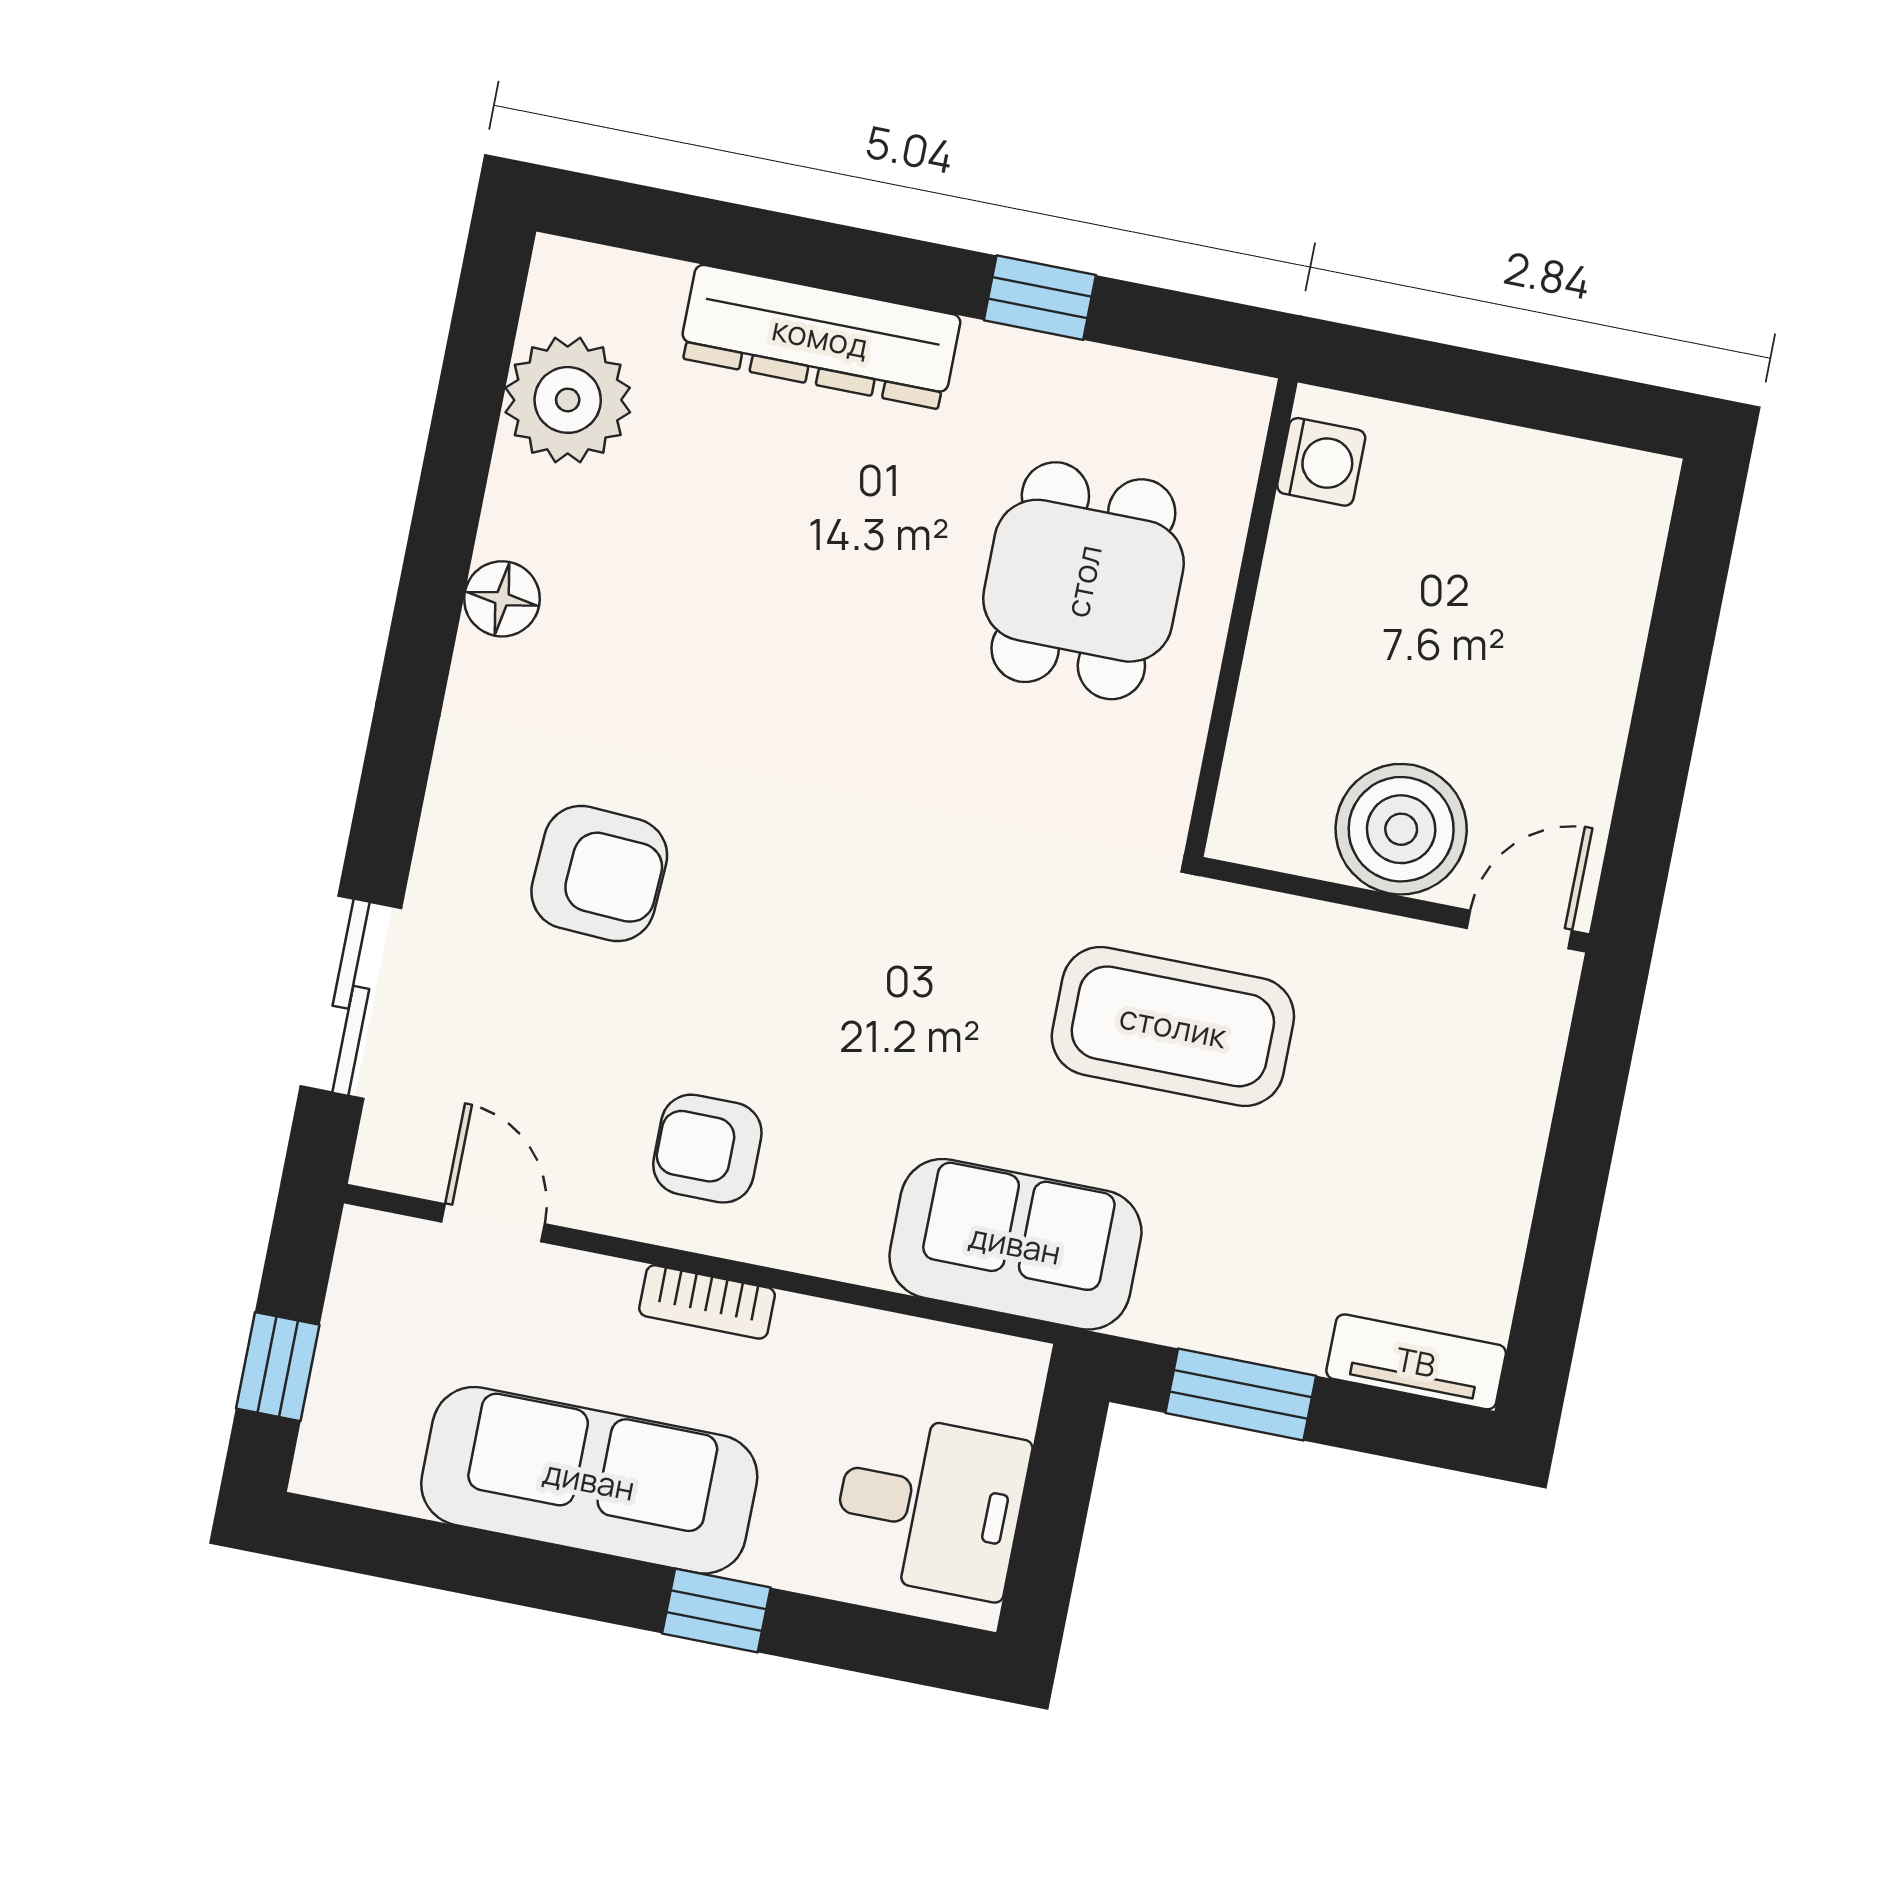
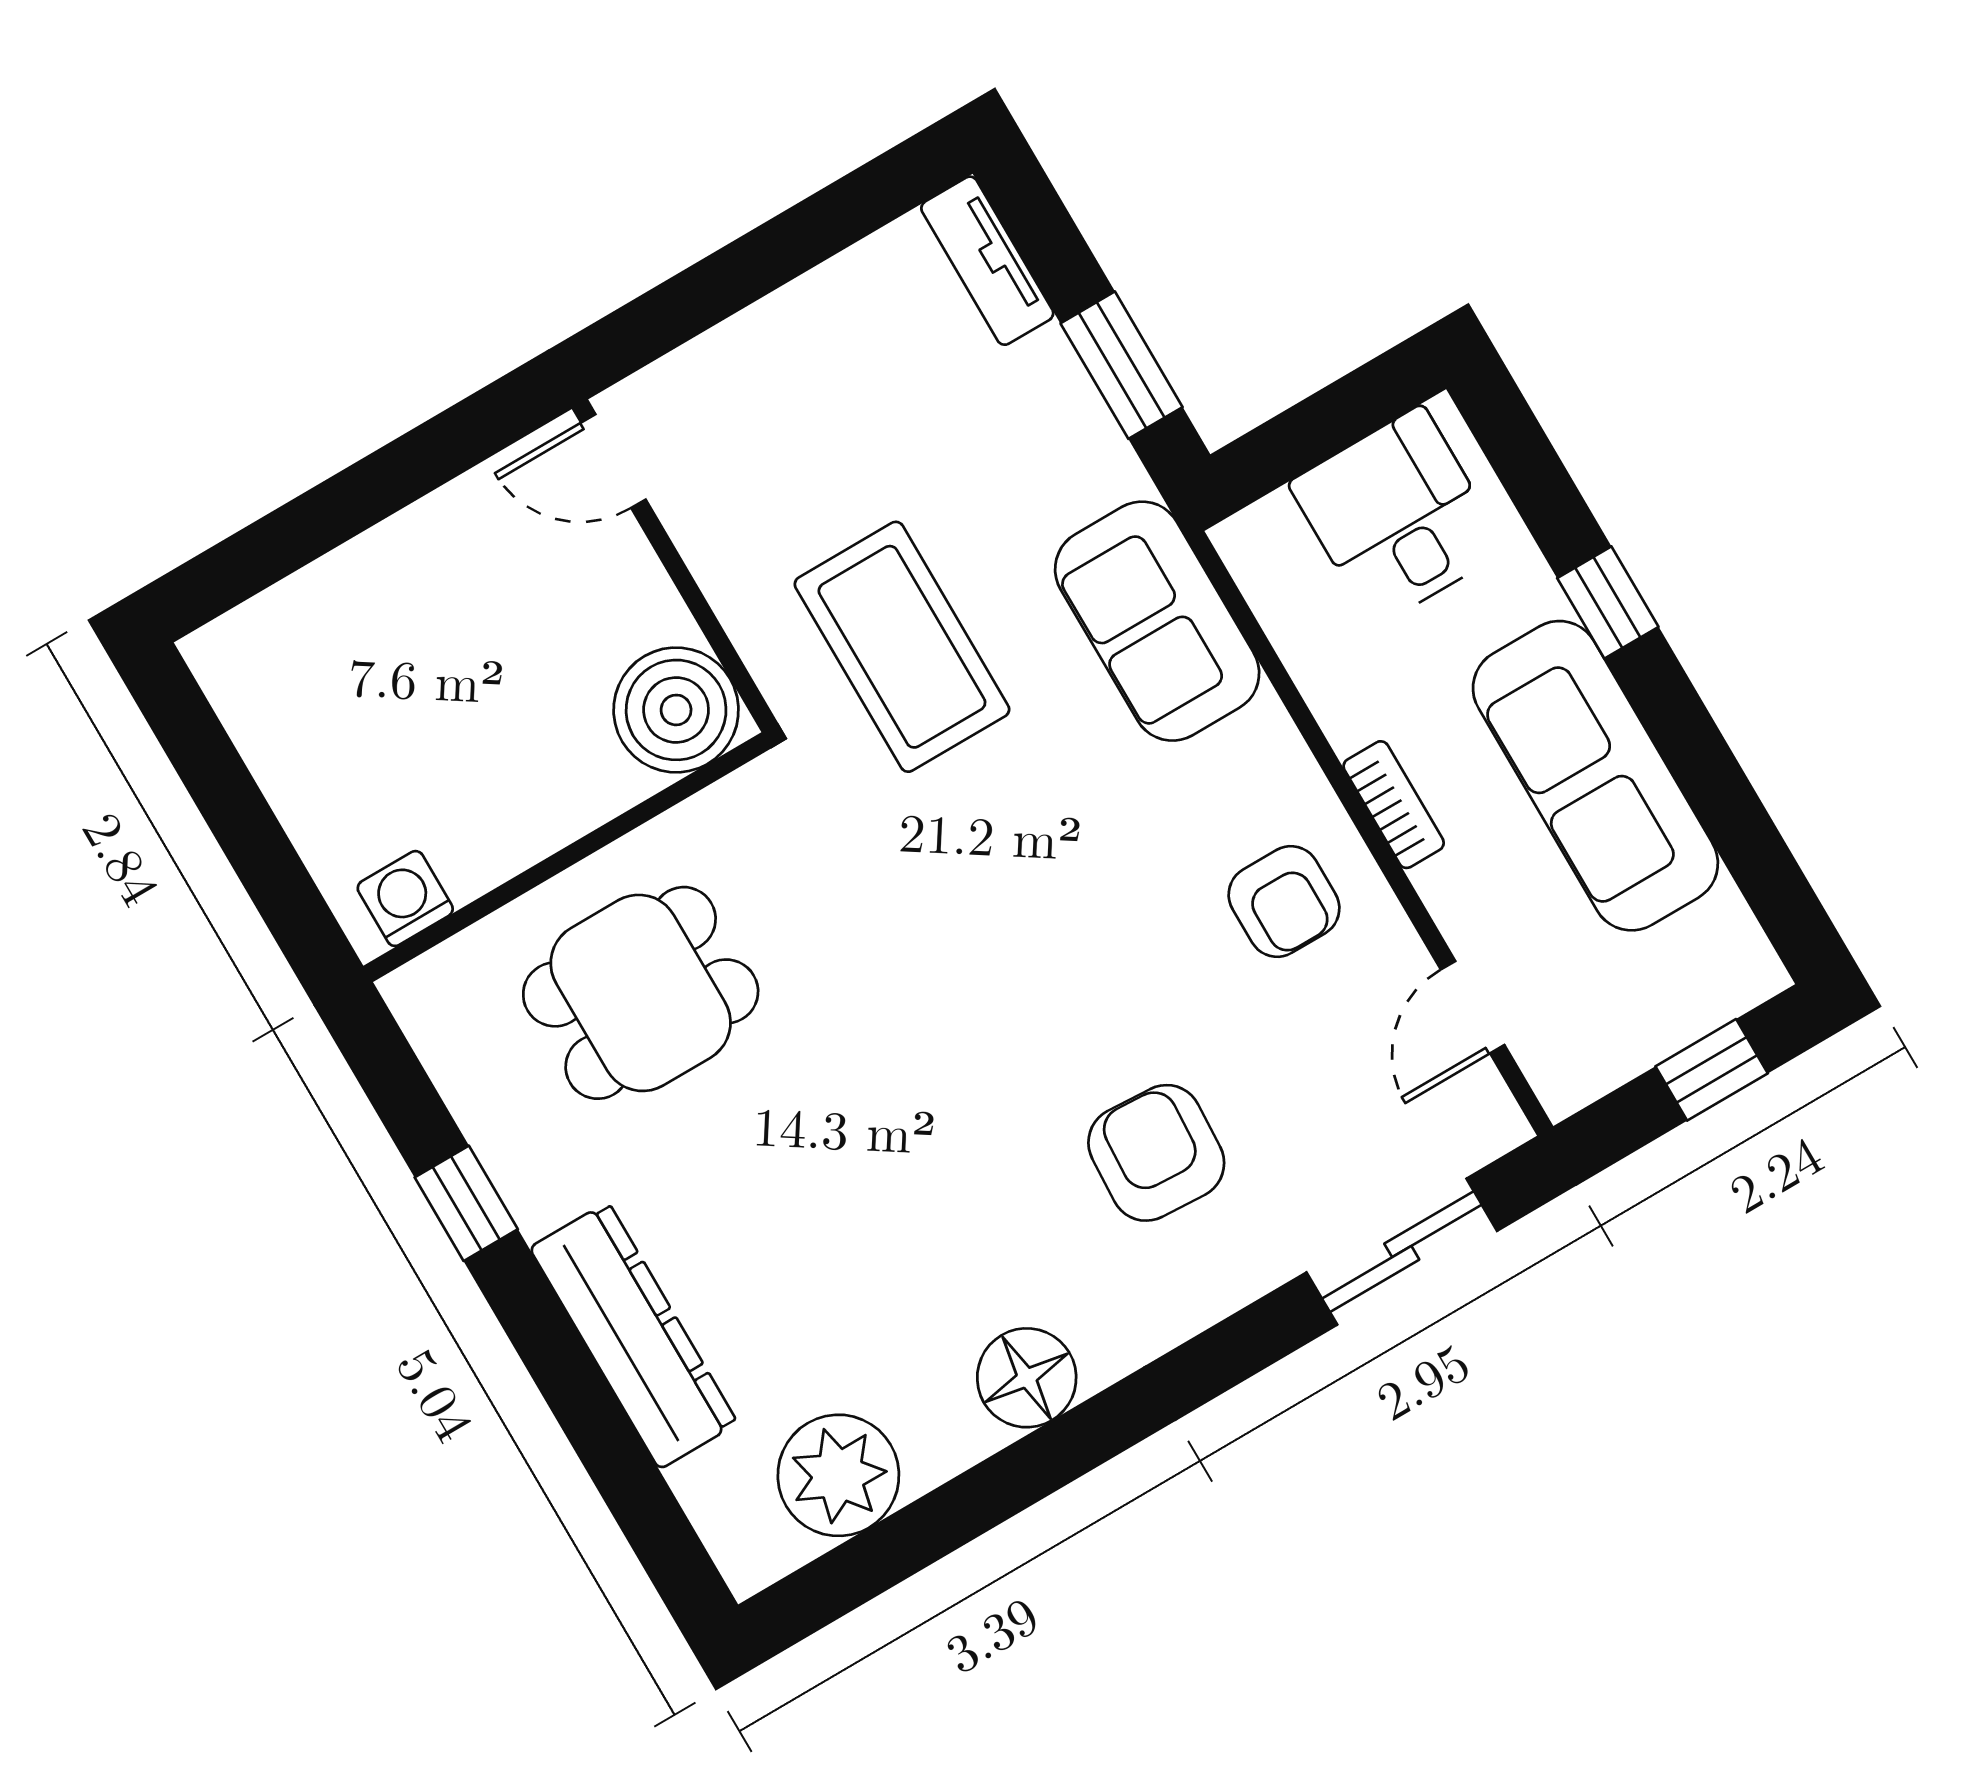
floor lamp: (502, 599) -> (1027, 1378), width x1.38, depth x1.38
boiler: (1401, 829) -> (676, 710), moved

